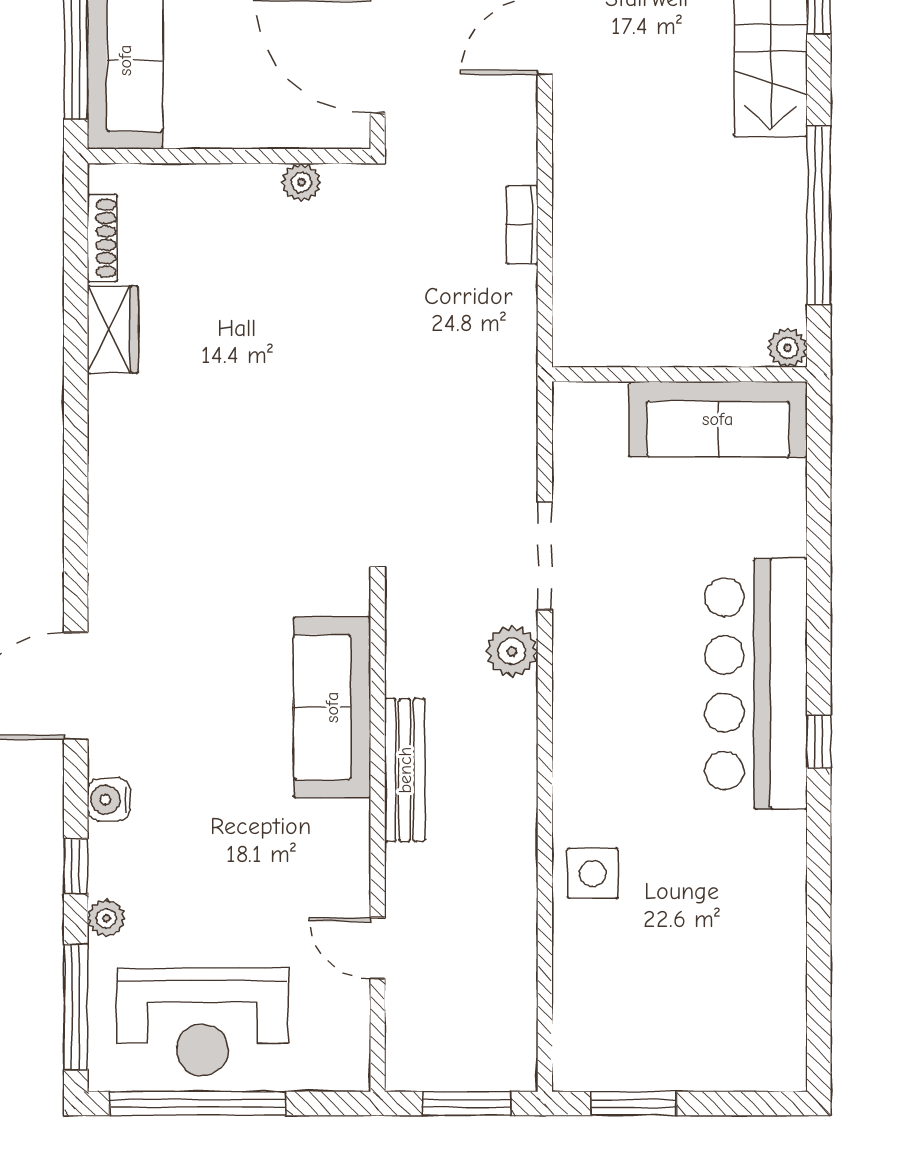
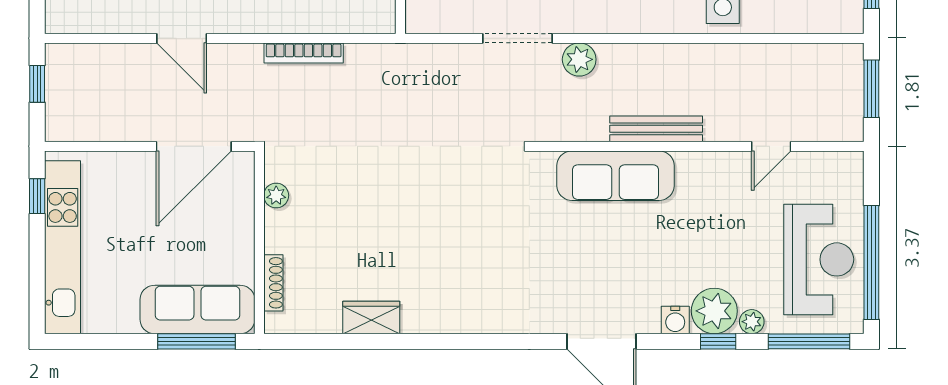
bookcase: (522, 225) -> (304, 53), width x1.56
shoe rack: (102, 238) -> (273, 283), moved, turned 90
plant: (123, 860) -> (714, 311), added

